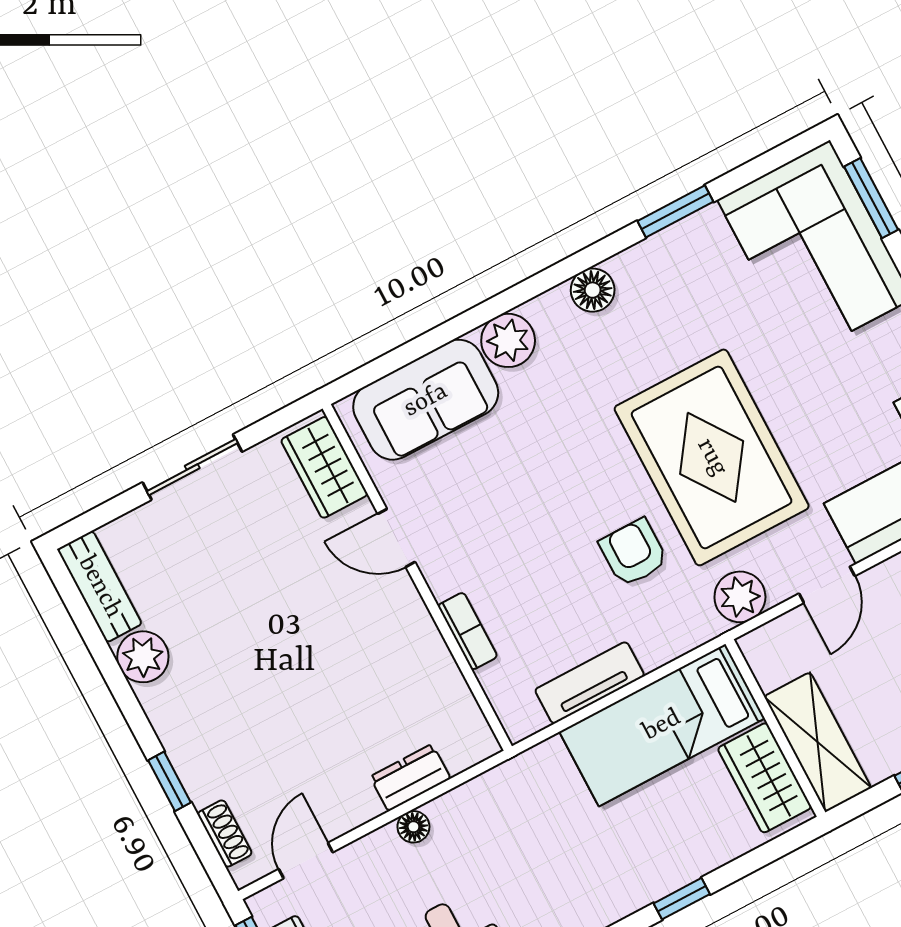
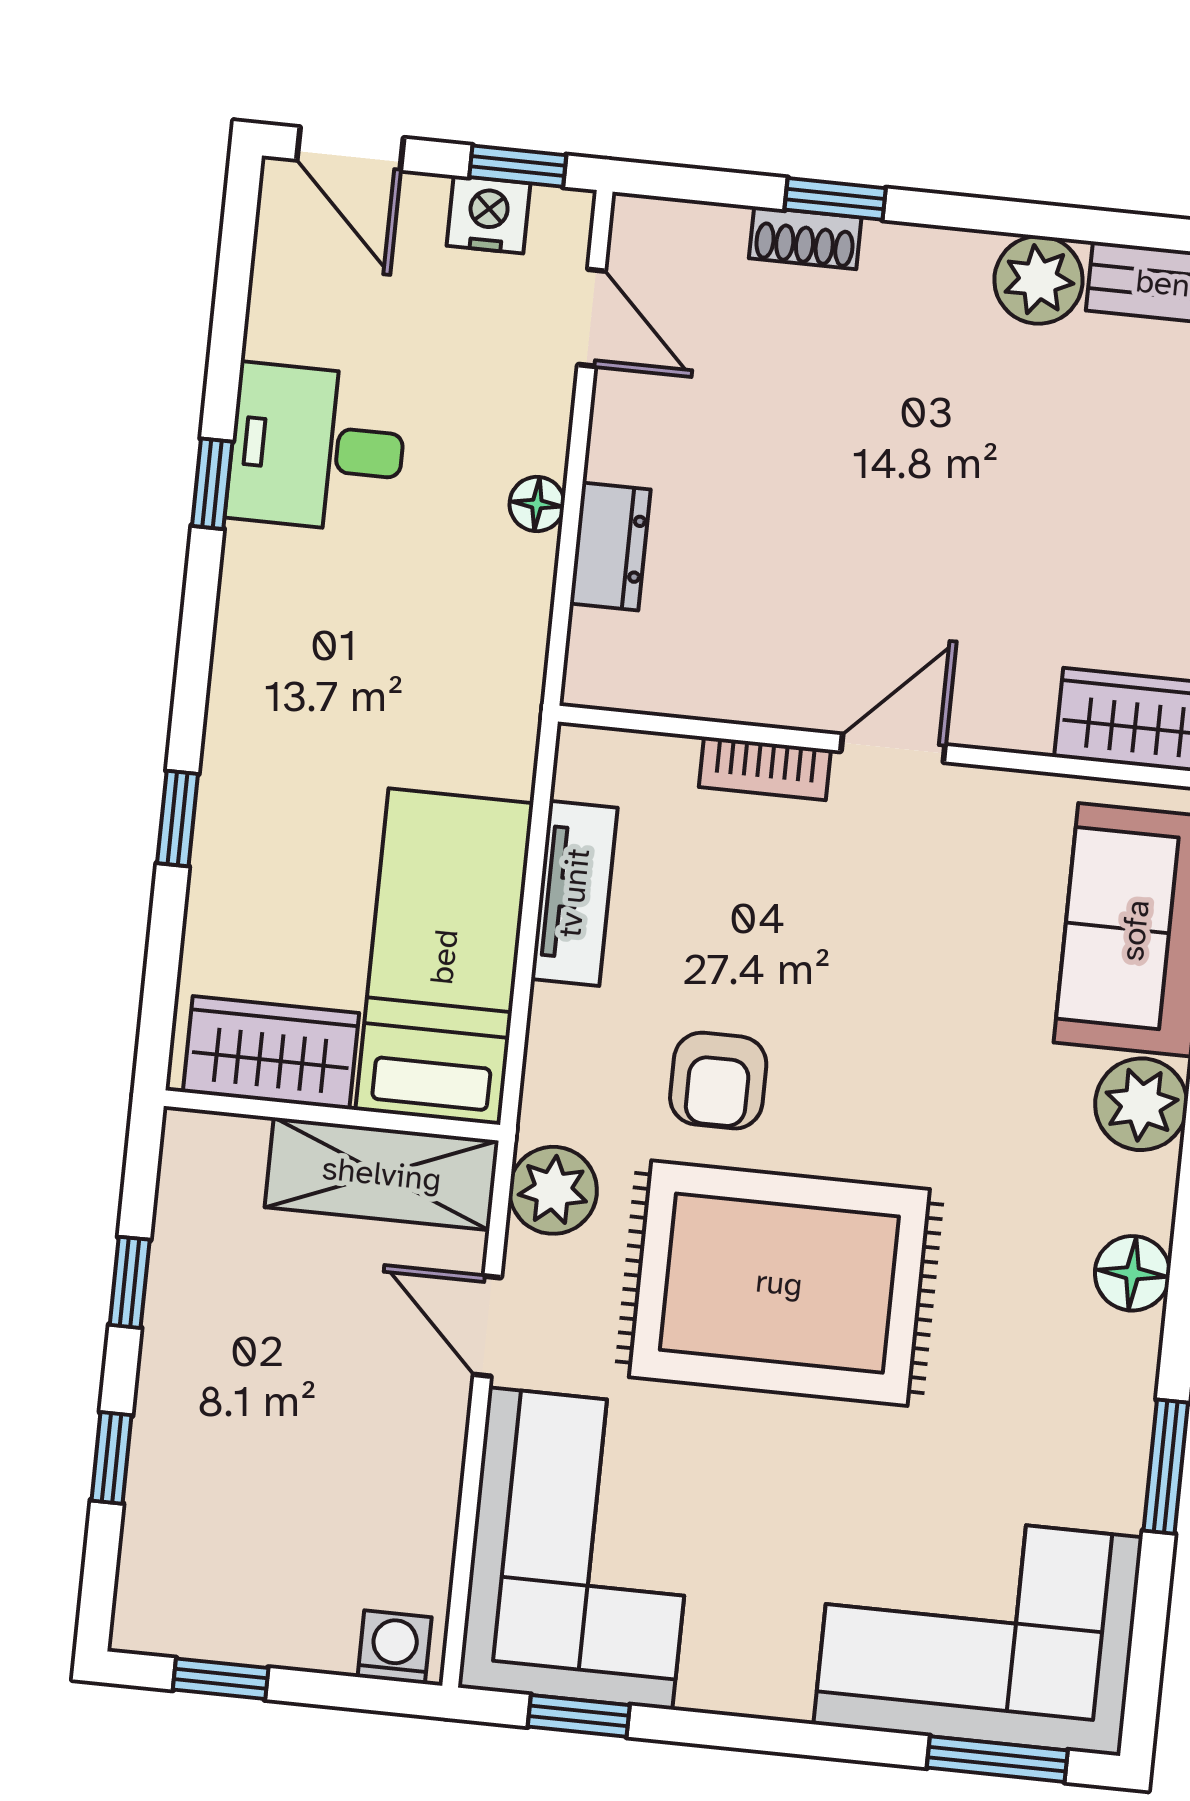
door: (396, 538) -> (893, 748), moved
armchair: (634, 553) -> (718, 1081), turned 90
shelving: (818, 742) -> (382, 1174), moved
shoe rack: (225, 834) -> (805, 238), moved

